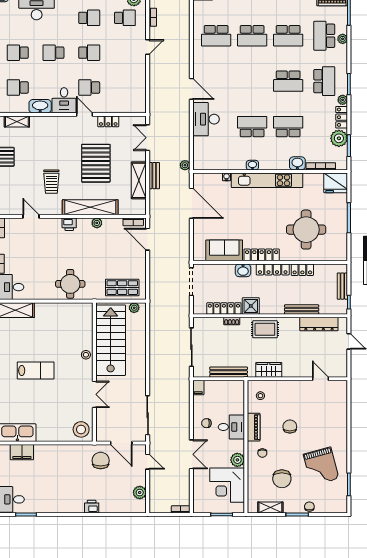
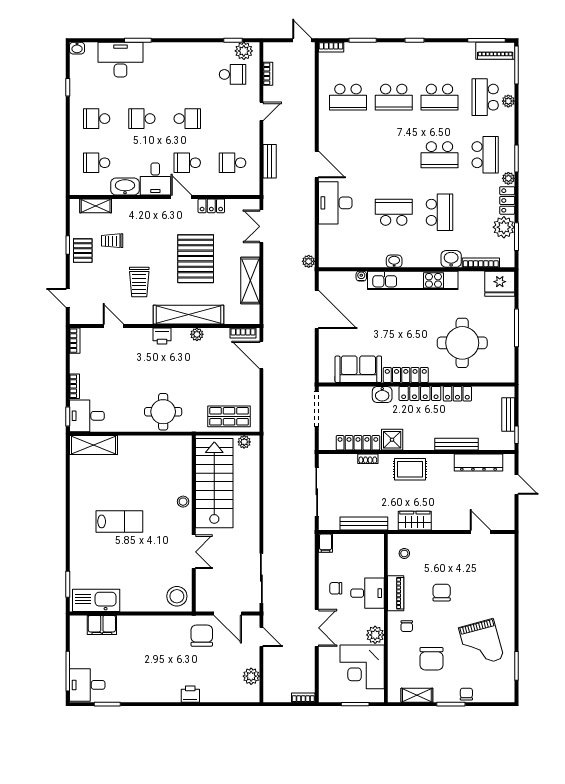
school desk: (89, 18) -> (233, 163), moved, turned 180
school desk: (288, 127) -> (439, 212), turned 90
trolley: (30, 149) -> (112, 241), added
bench: (154, 176) -> (270, 161), moved

